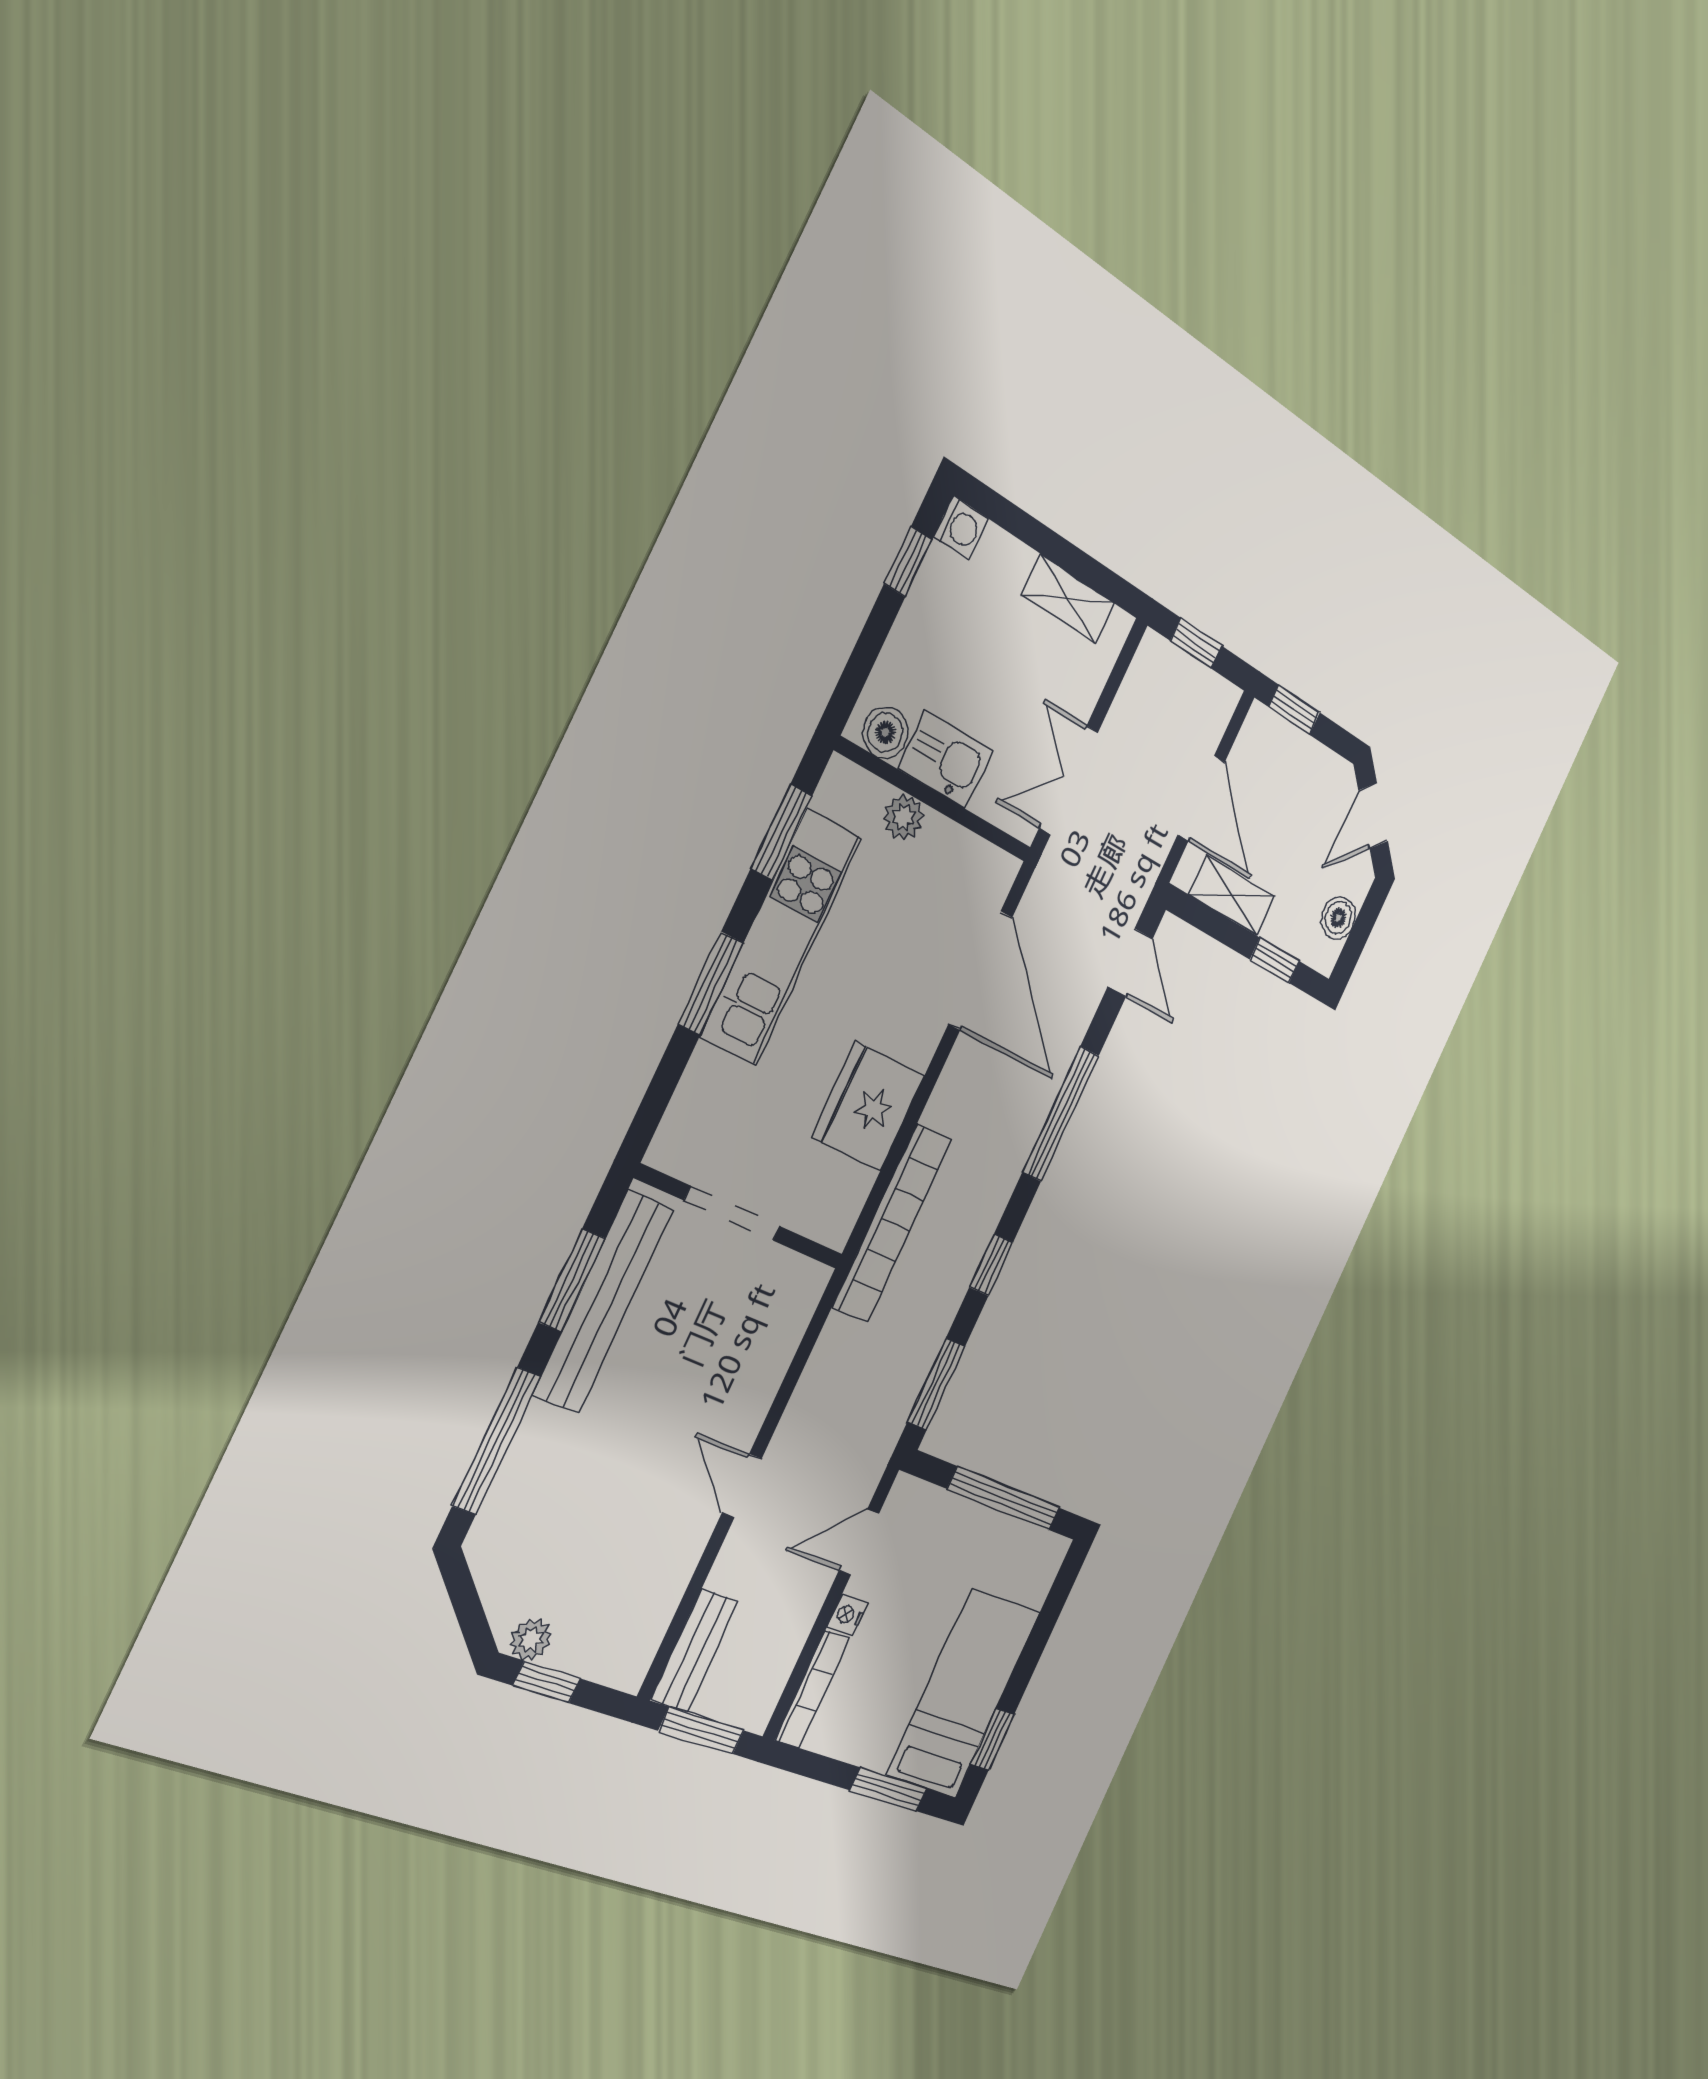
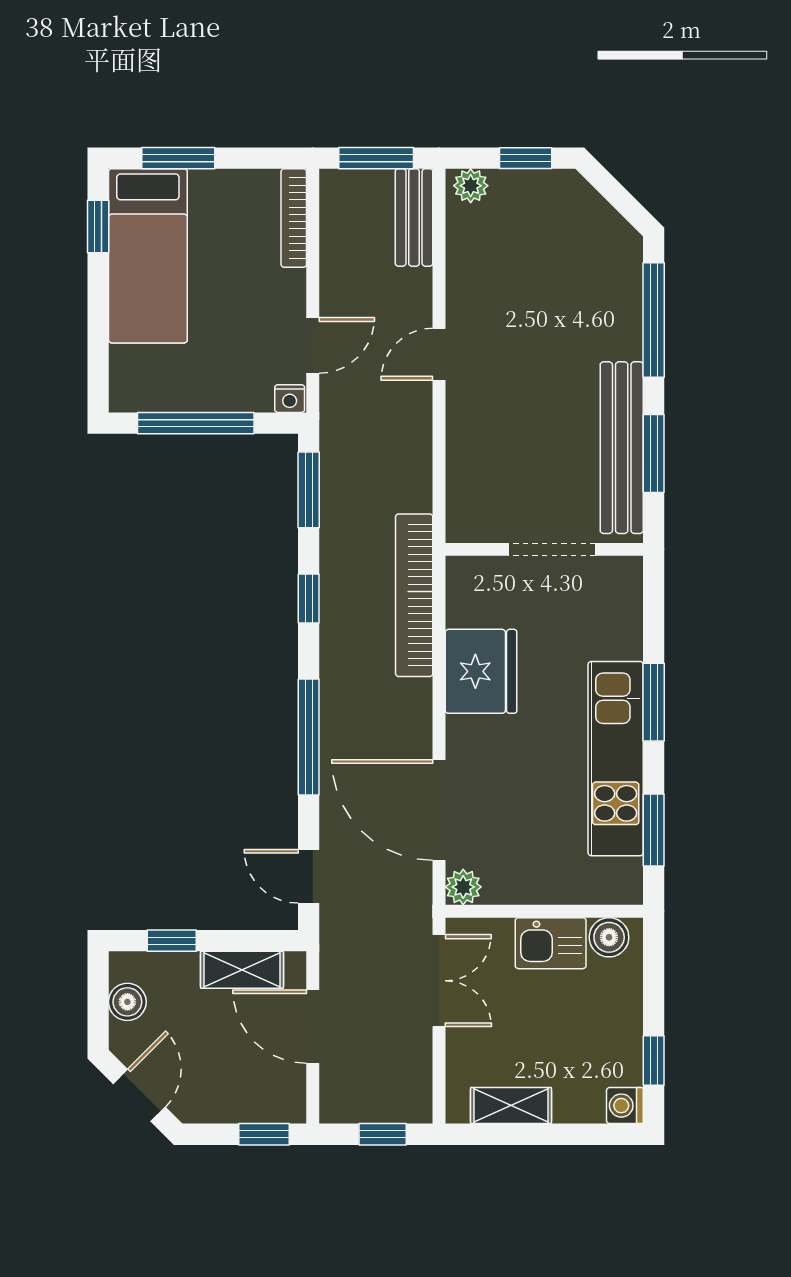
plant: (903, 817) -> (463, 887), moved
door: (742, 1486) -> (439, 354), swing flipped
nightstand: (848, 1615) -> (290, 399), moved, turned 90
plant: (531, 1639) -> (471, 186), moved

